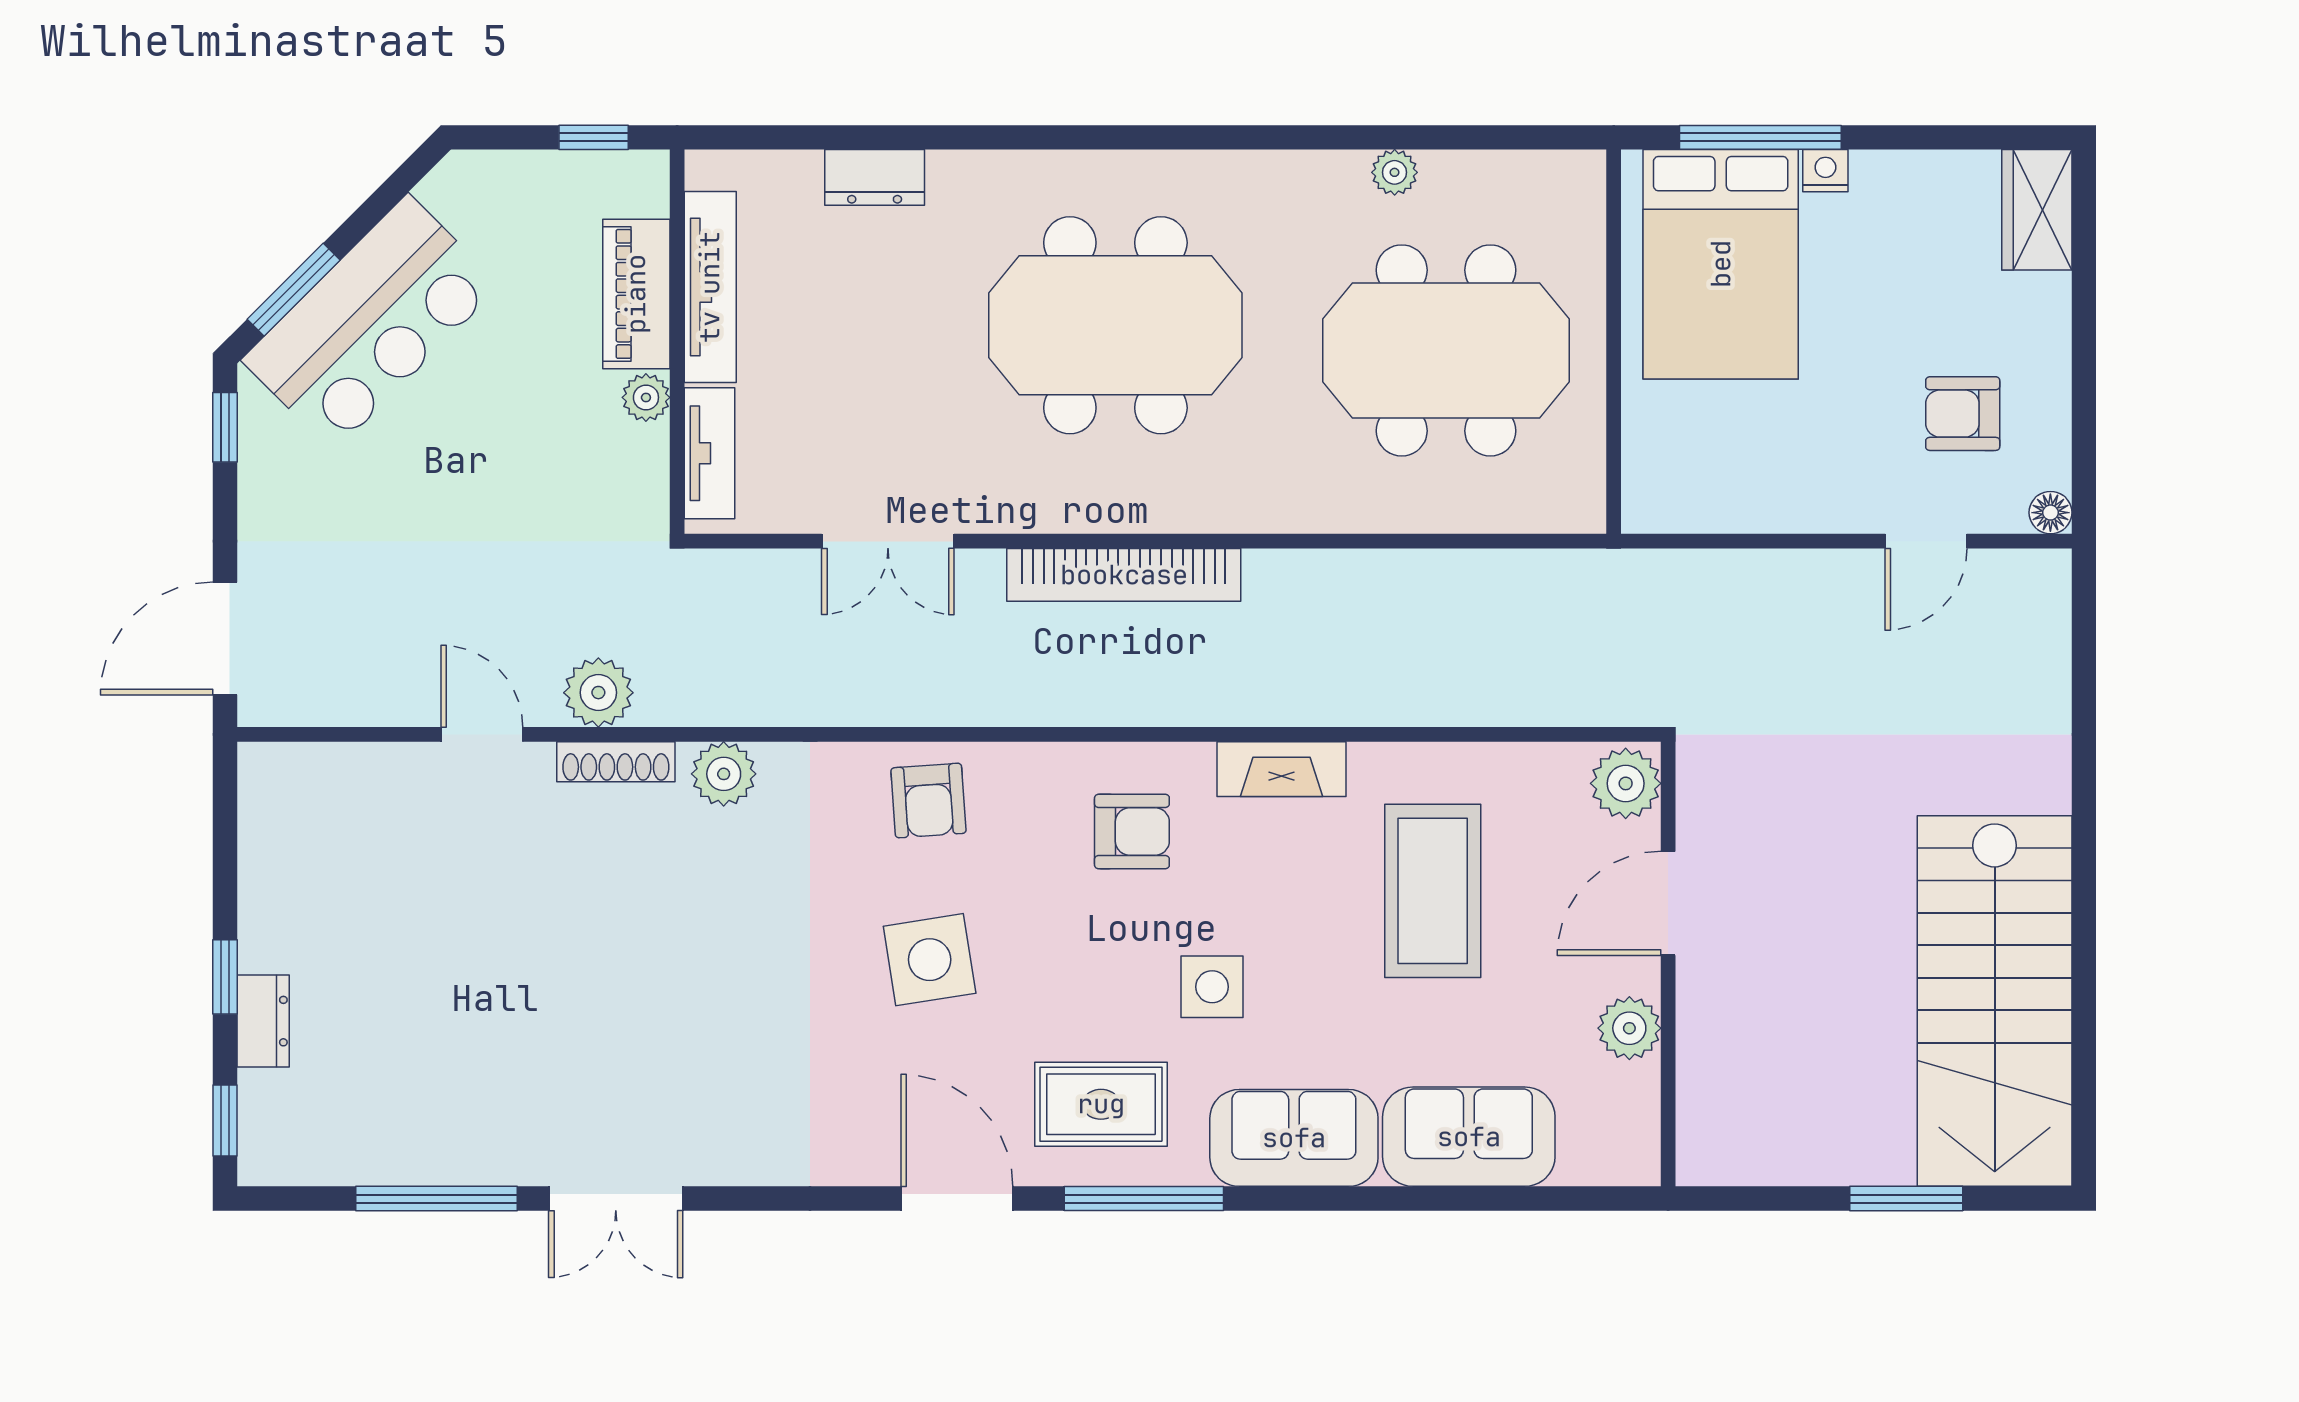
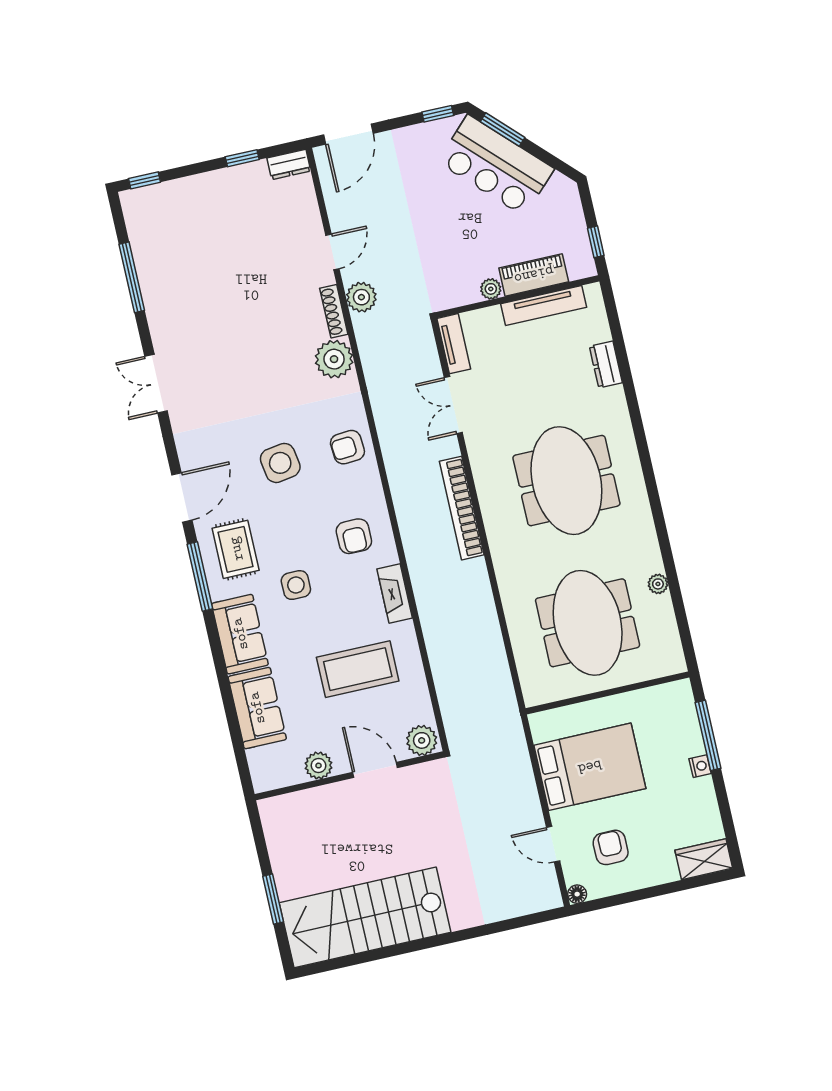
bed: (1721, 264) -> (590, 767), moved, turned 180
tv unit: (709, 453) -> (454, 344), moved, turned -90
door: (225, 639) -> (348, 134), swing flipped
plant: (724, 774) -> (334, 359), width x1.36, depth x1.36
window: (225, 977) -> (242, 158), moved
dresser: (263, 1021) -> (289, 165), moved
double door: (616, 1199) -> (156, 384), moved

